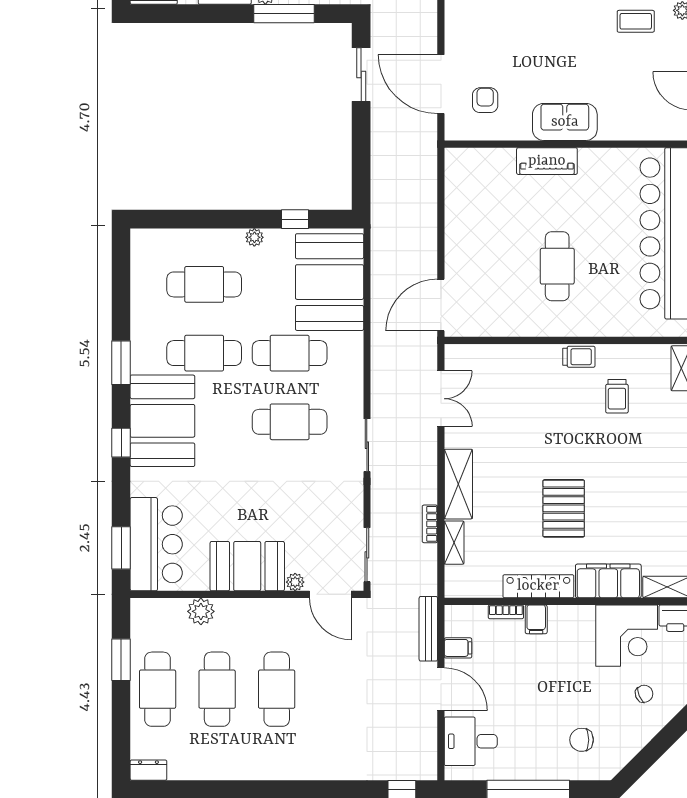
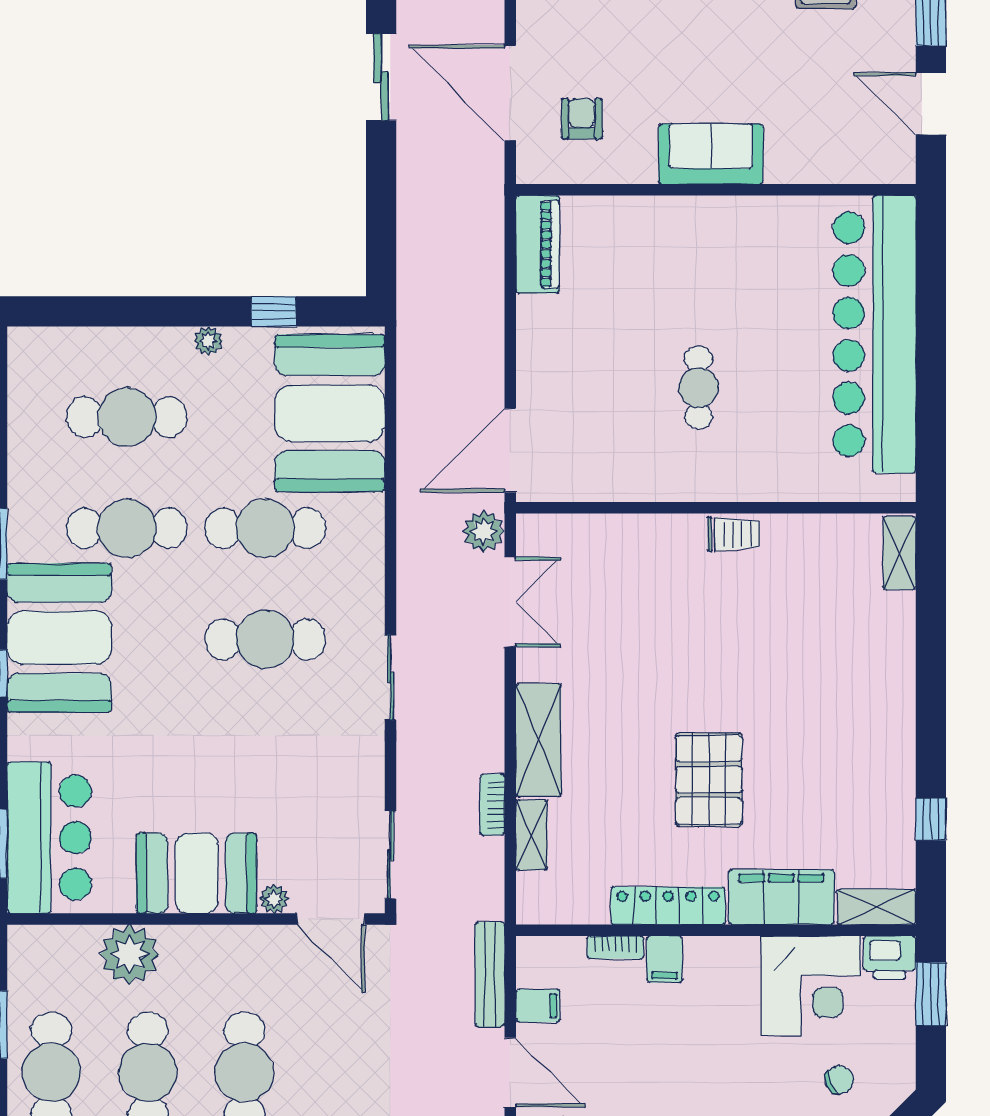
piano: (547, 161) -> (538, 244), moved, turned -90
cafe table: (557, 266) -> (699, 387), width x0.73, depth x0.74
plant: (425, 355) -> (484, 531), added
trolley: (617, 396) -> (795, 598), removed
plant: (201, 611) -> (130, 955), width x1.36, depth x1.36

